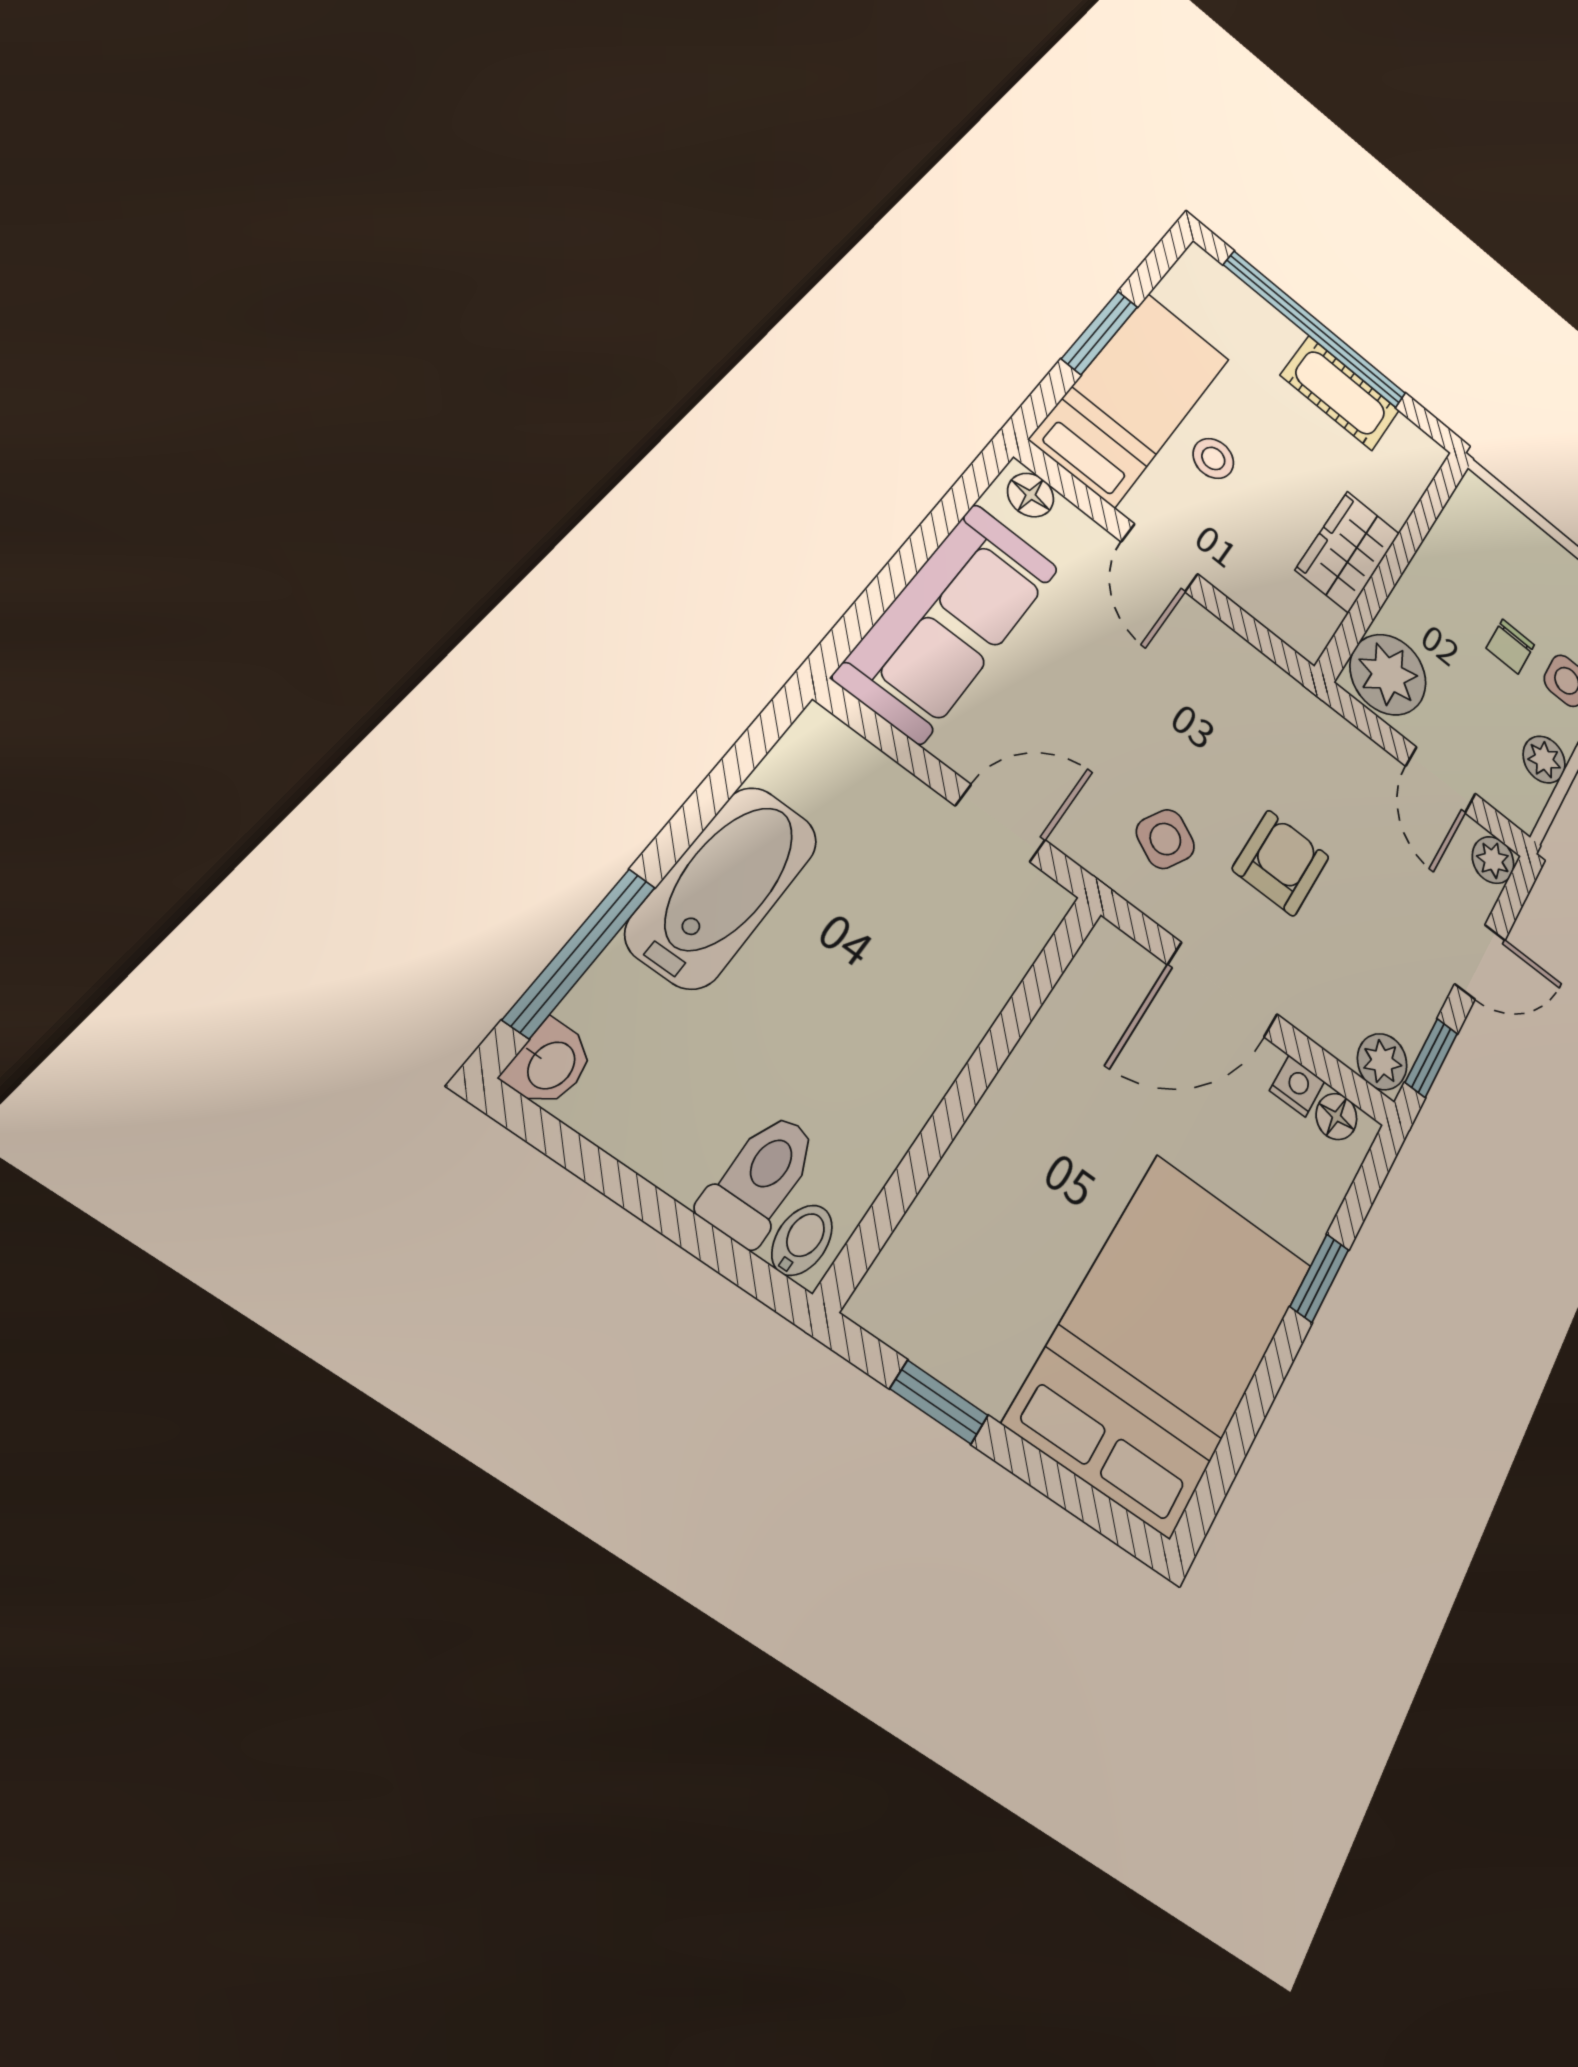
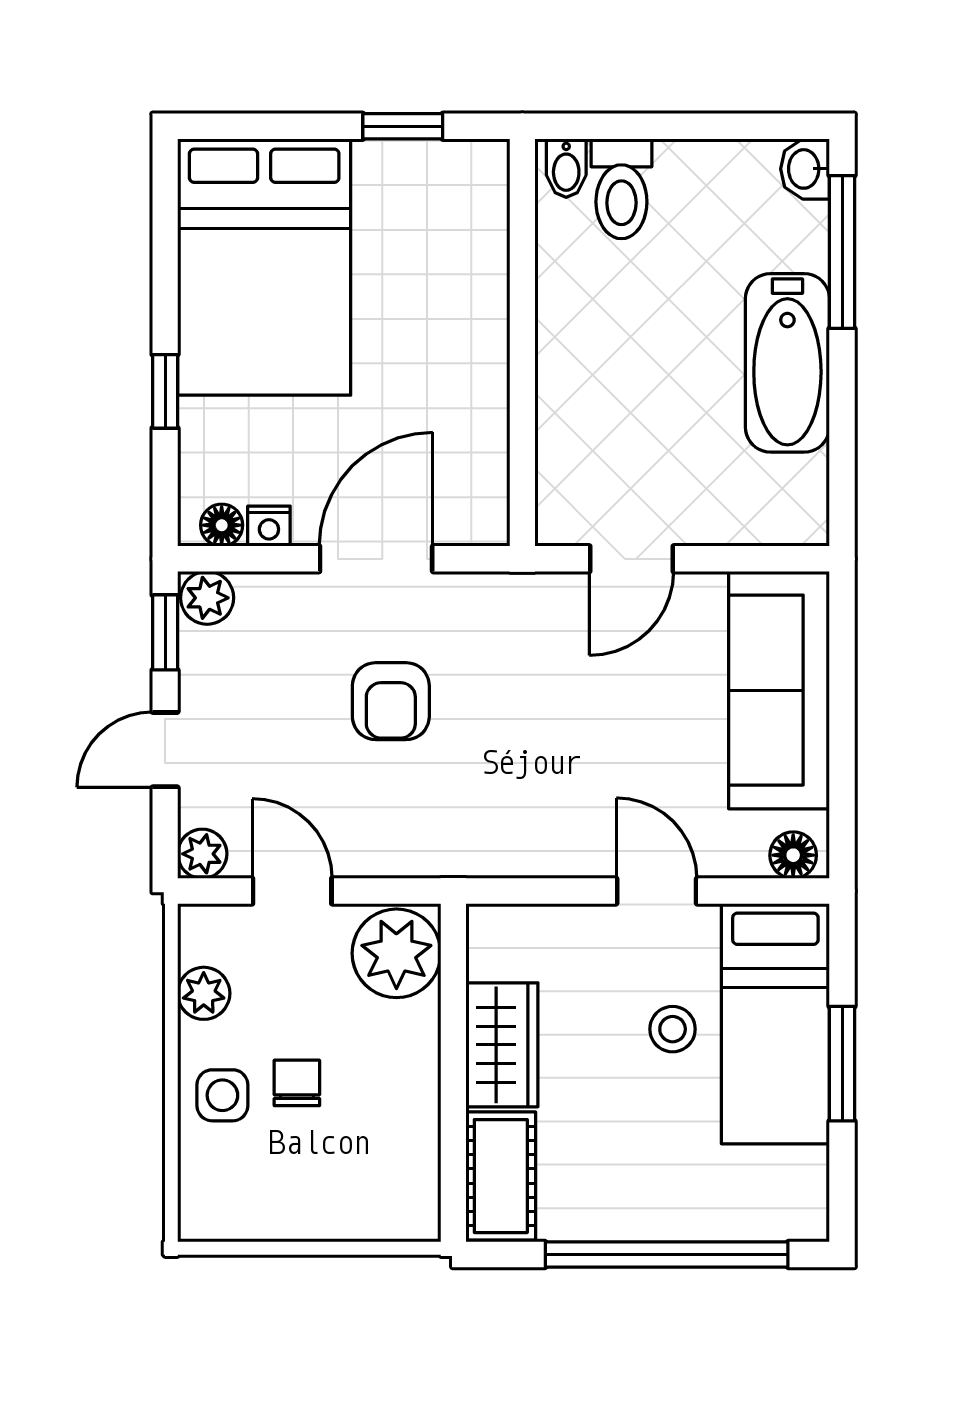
cot: (1340, 393) -> (501, 1176), moved, turned 90
side table: (1165, 839) -> (498, 646), removed

